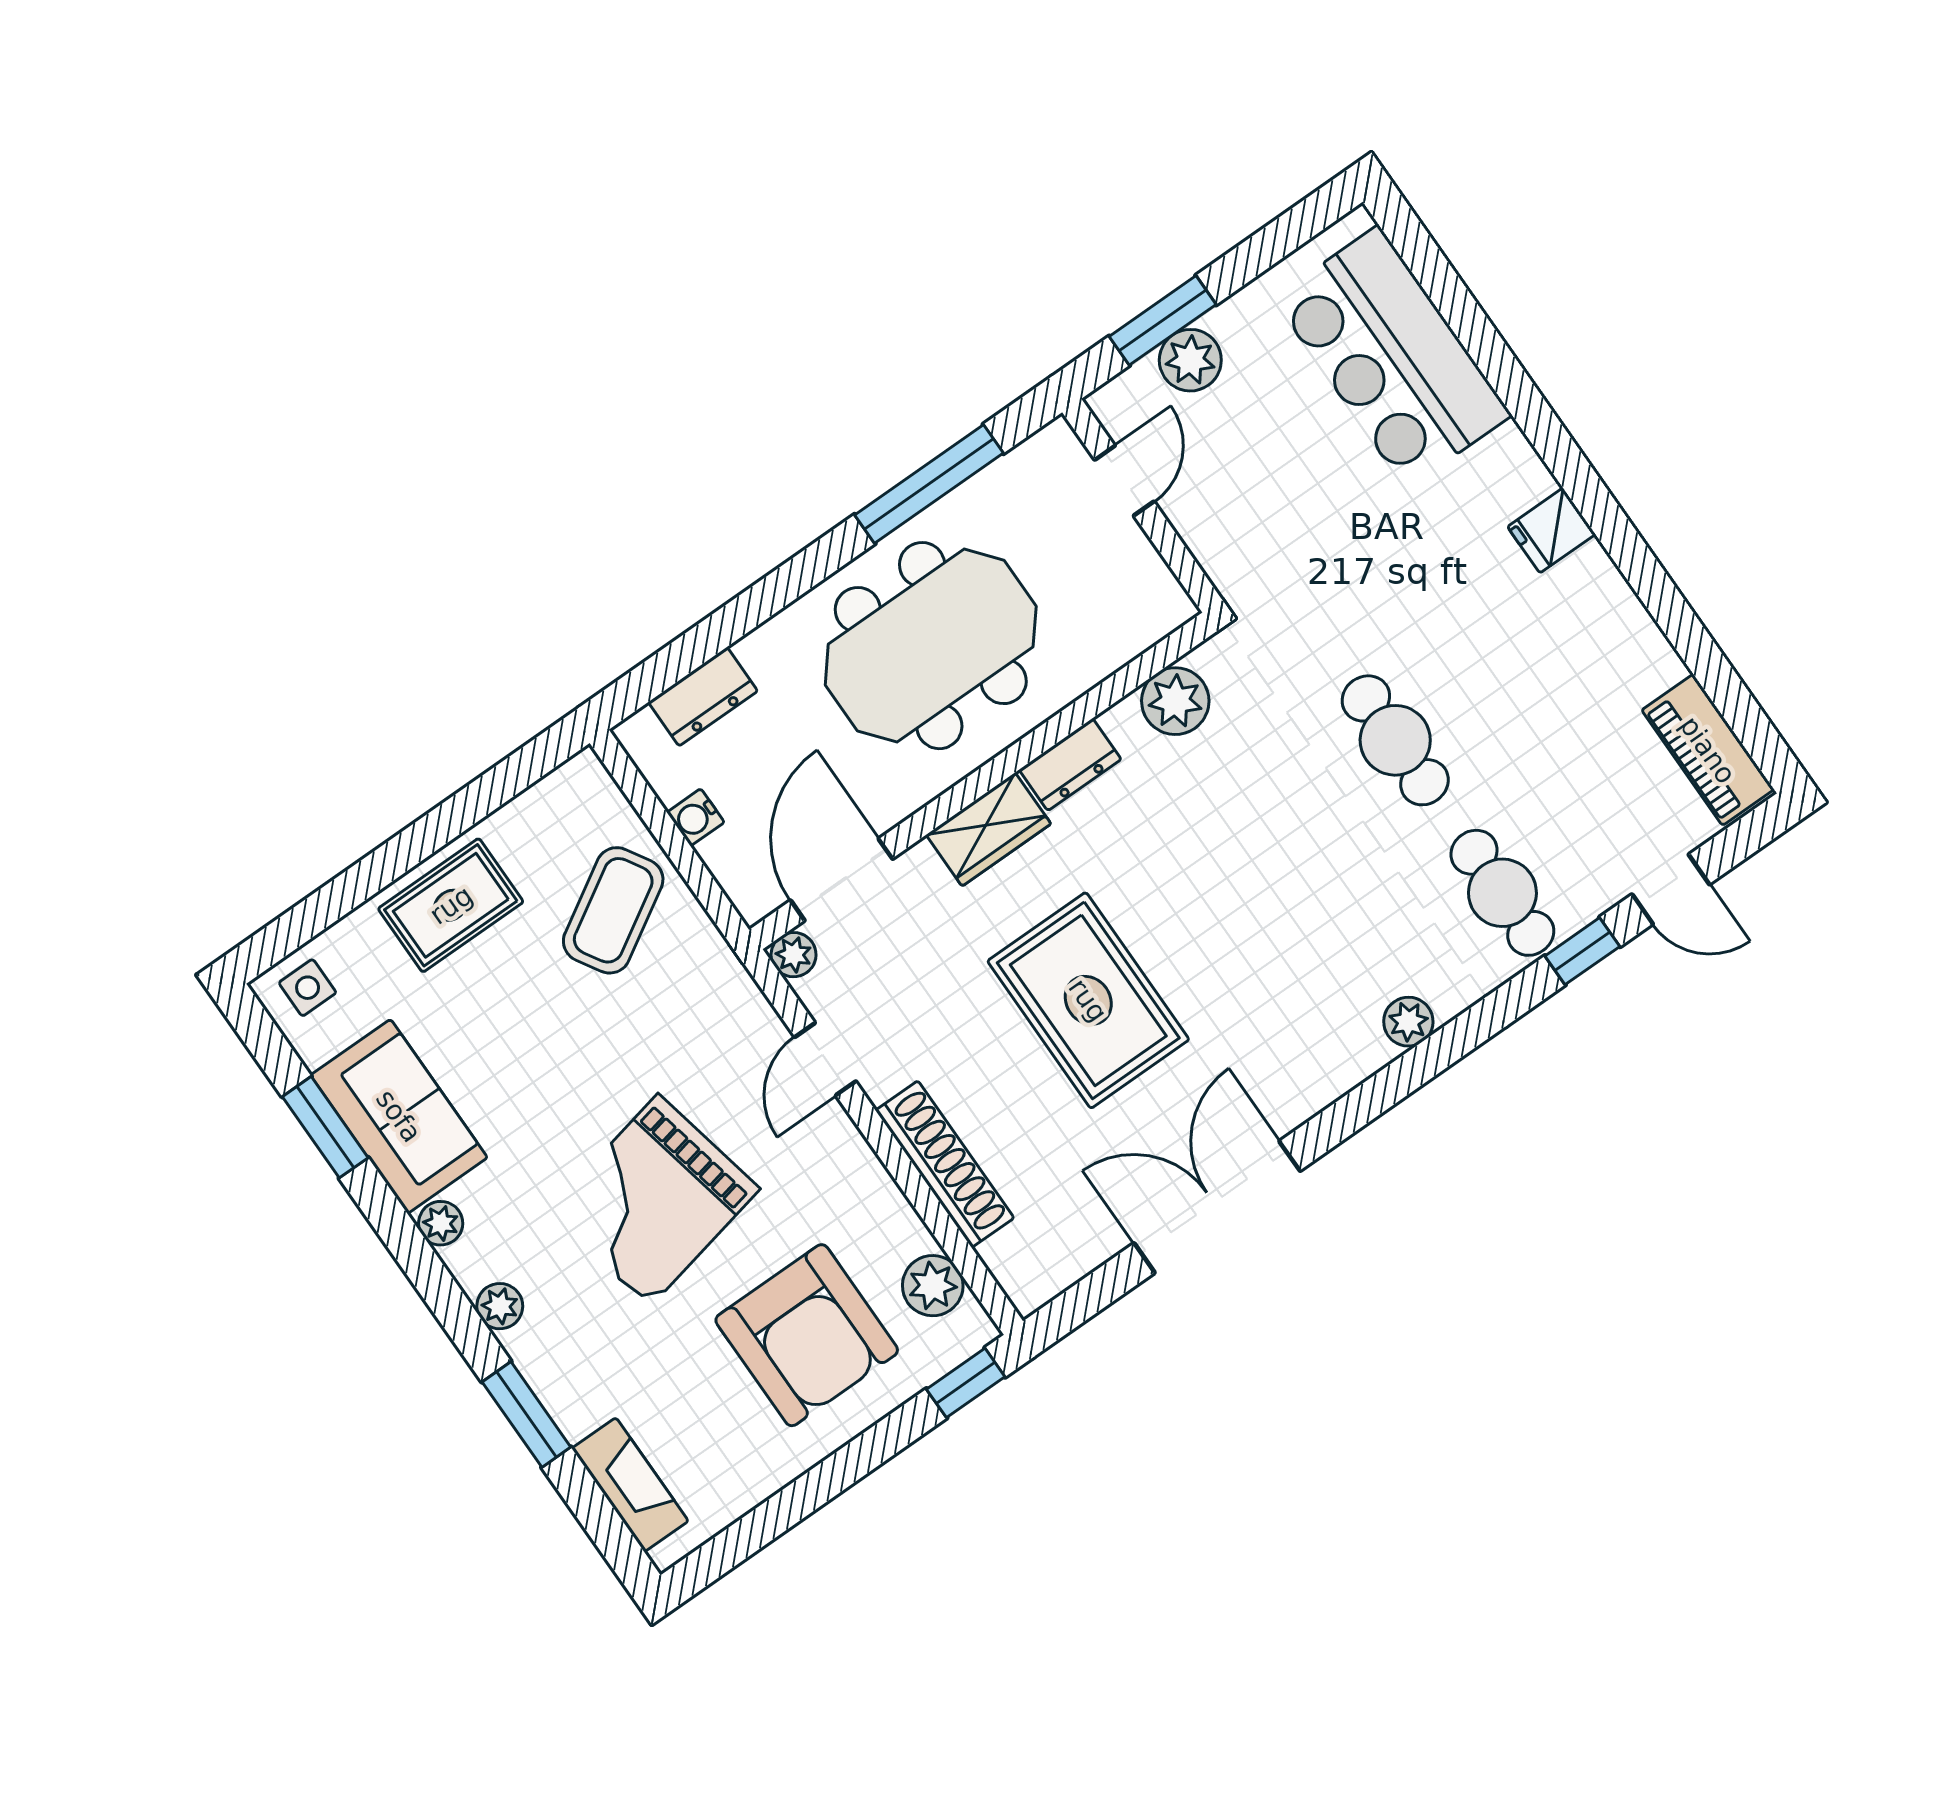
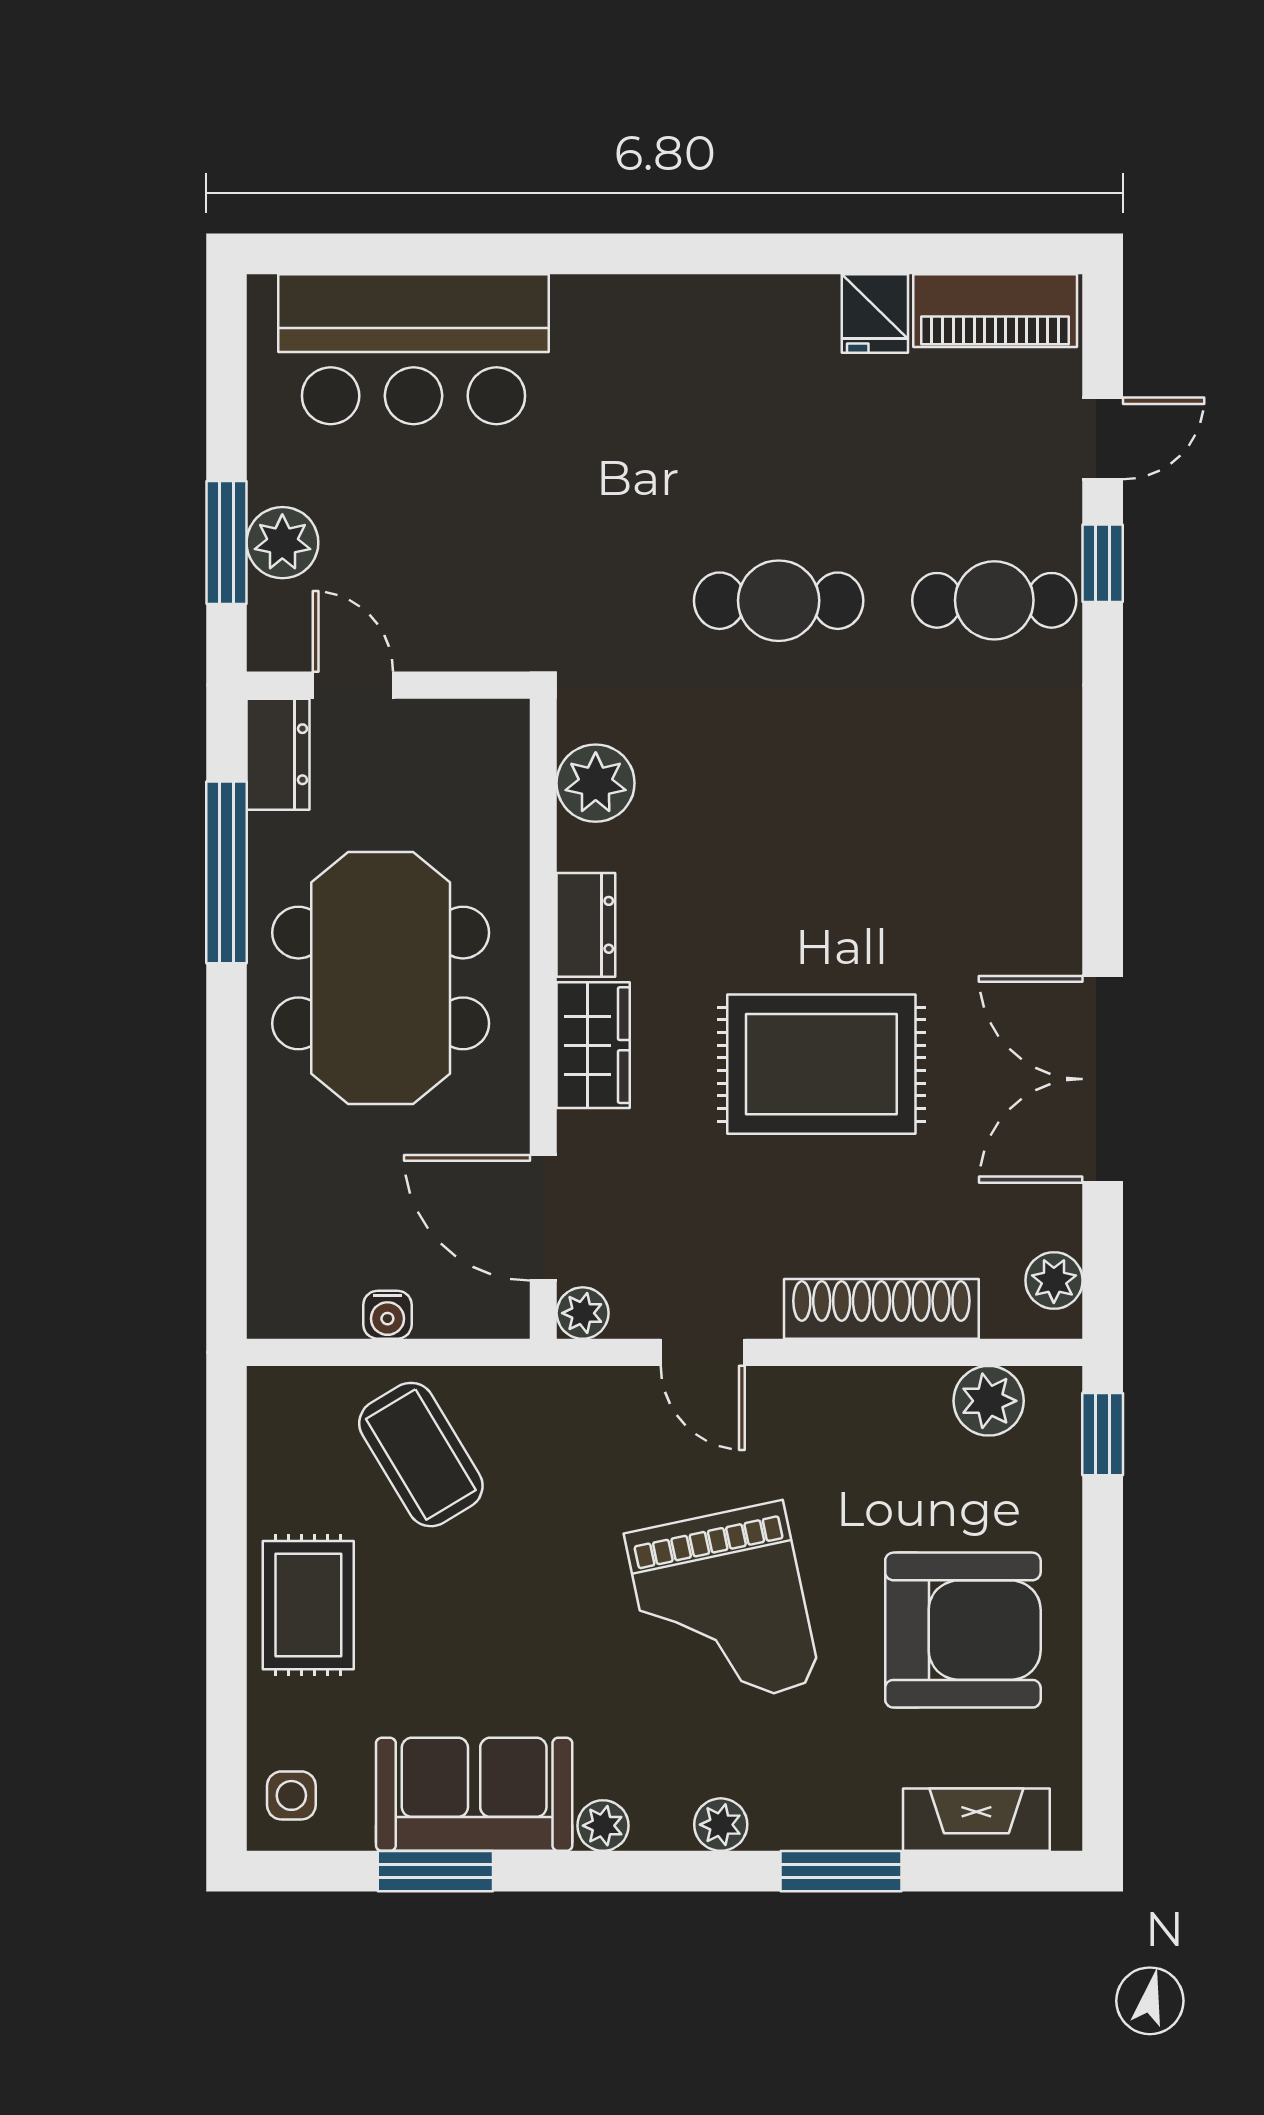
fridge: (1552, 530) -> (875, 313), moved
dresser: (703, 697) -> (278, 754), moved
plant: (1408, 1022) -> (1054, 1280), moved
armchair: (807, 1335) -> (963, 1630), moved

